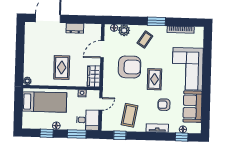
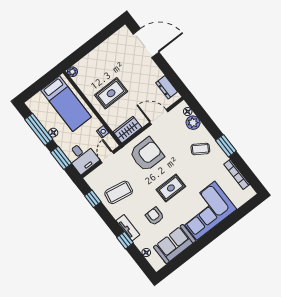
dresser: (75, 28) -> (167, 87), moved
armchair: (130, 67) -> (147, 154), moved, turned -90
door: (101, 104) -> (107, 157), swing flipped
window: (47, 133) -> (39, 129), width x2.17
window: (182, 137) -> (125, 240), moved

